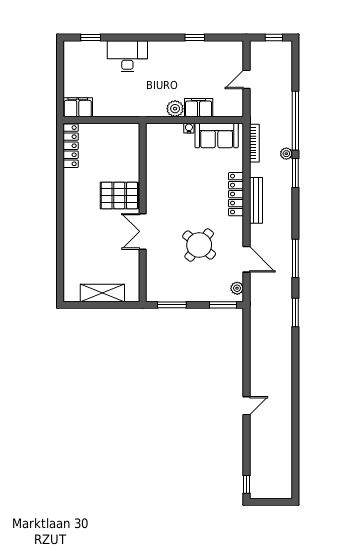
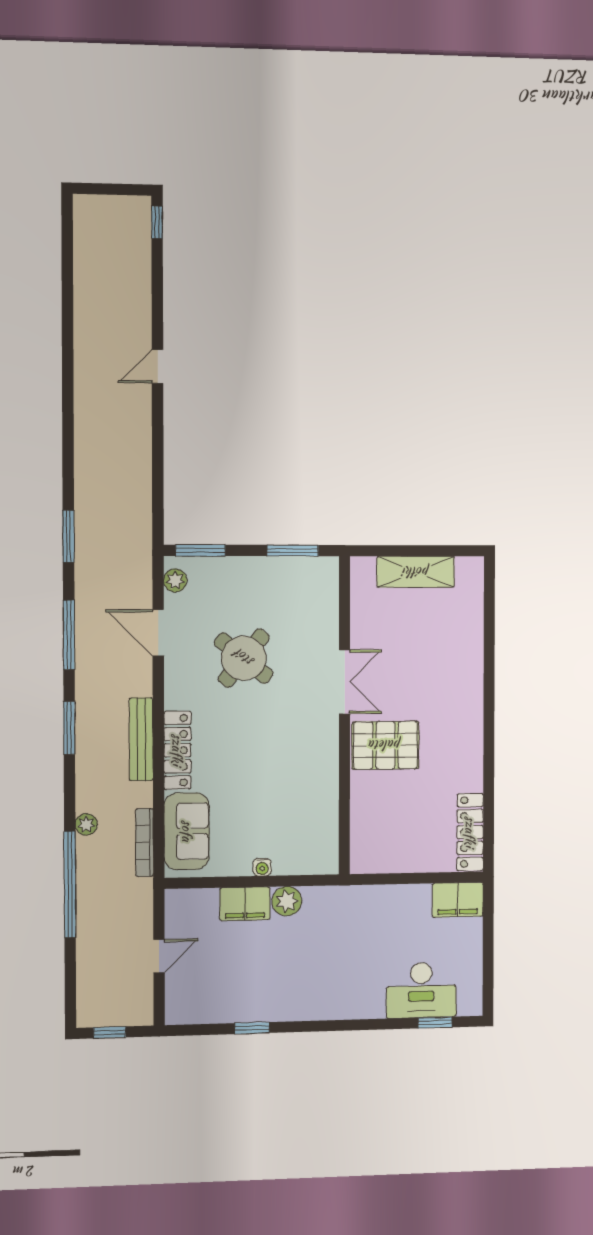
desk: (127, 56) -> (421, 990), moved
sofa: (217, 135) -> (187, 831), moved, turned 90
window: (295, 173) -> (69, 728), moved

